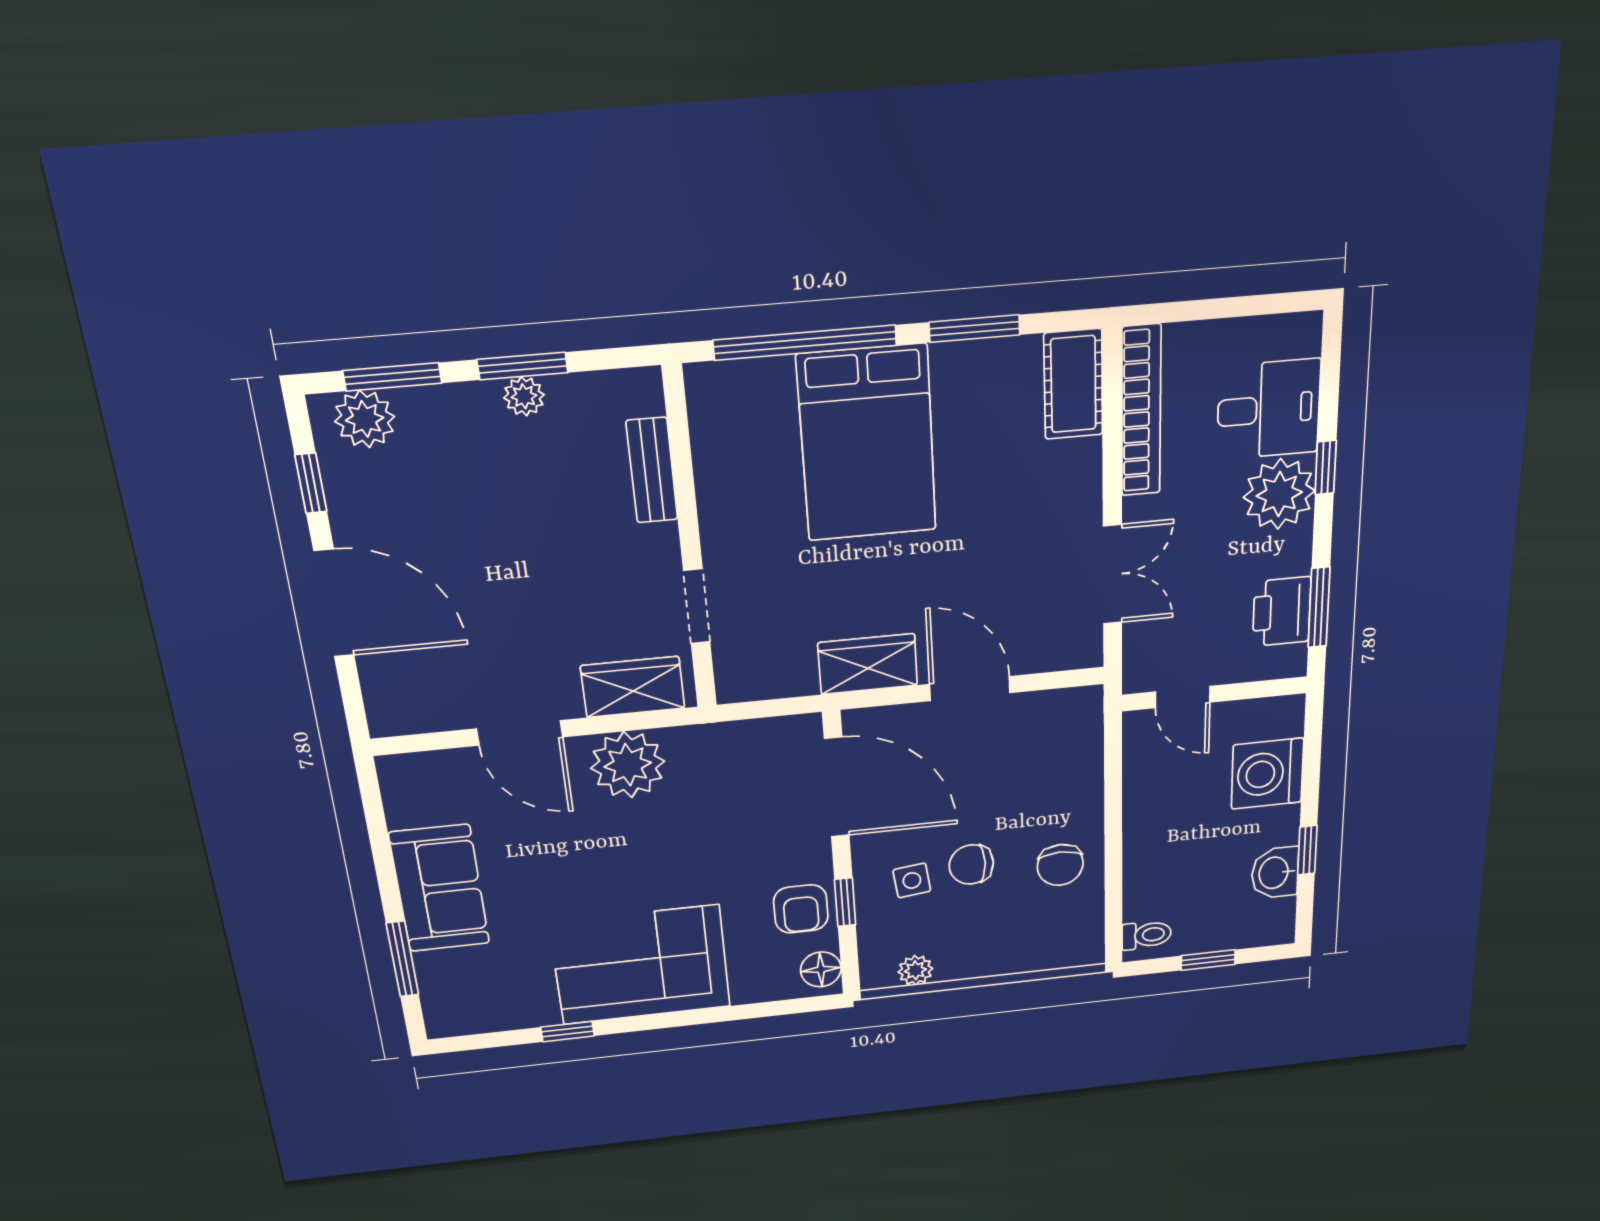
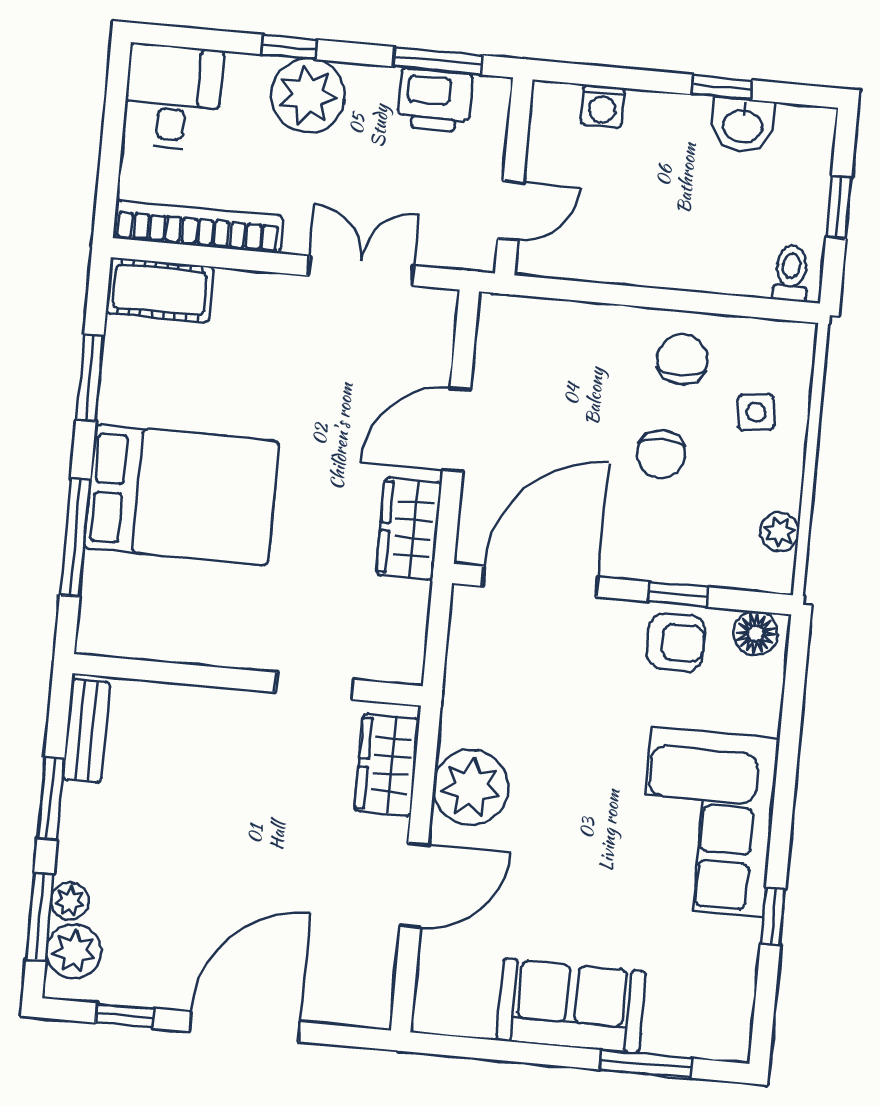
window: (805, 343) -> (75, 537), width x0.68
plant: (524, 396) -> (70, 901), moved
desk: (1269, 409) -> (173, 97), moved
bench: (652, 470) -> (86, 731), moved, turned 90
washing machine: (1267, 774) -> (602, 106), width x0.53, depth x0.53
chair: (1060, 865) -> (682, 359), turned -90
side table: (912, 880) -> (756, 412), moved

